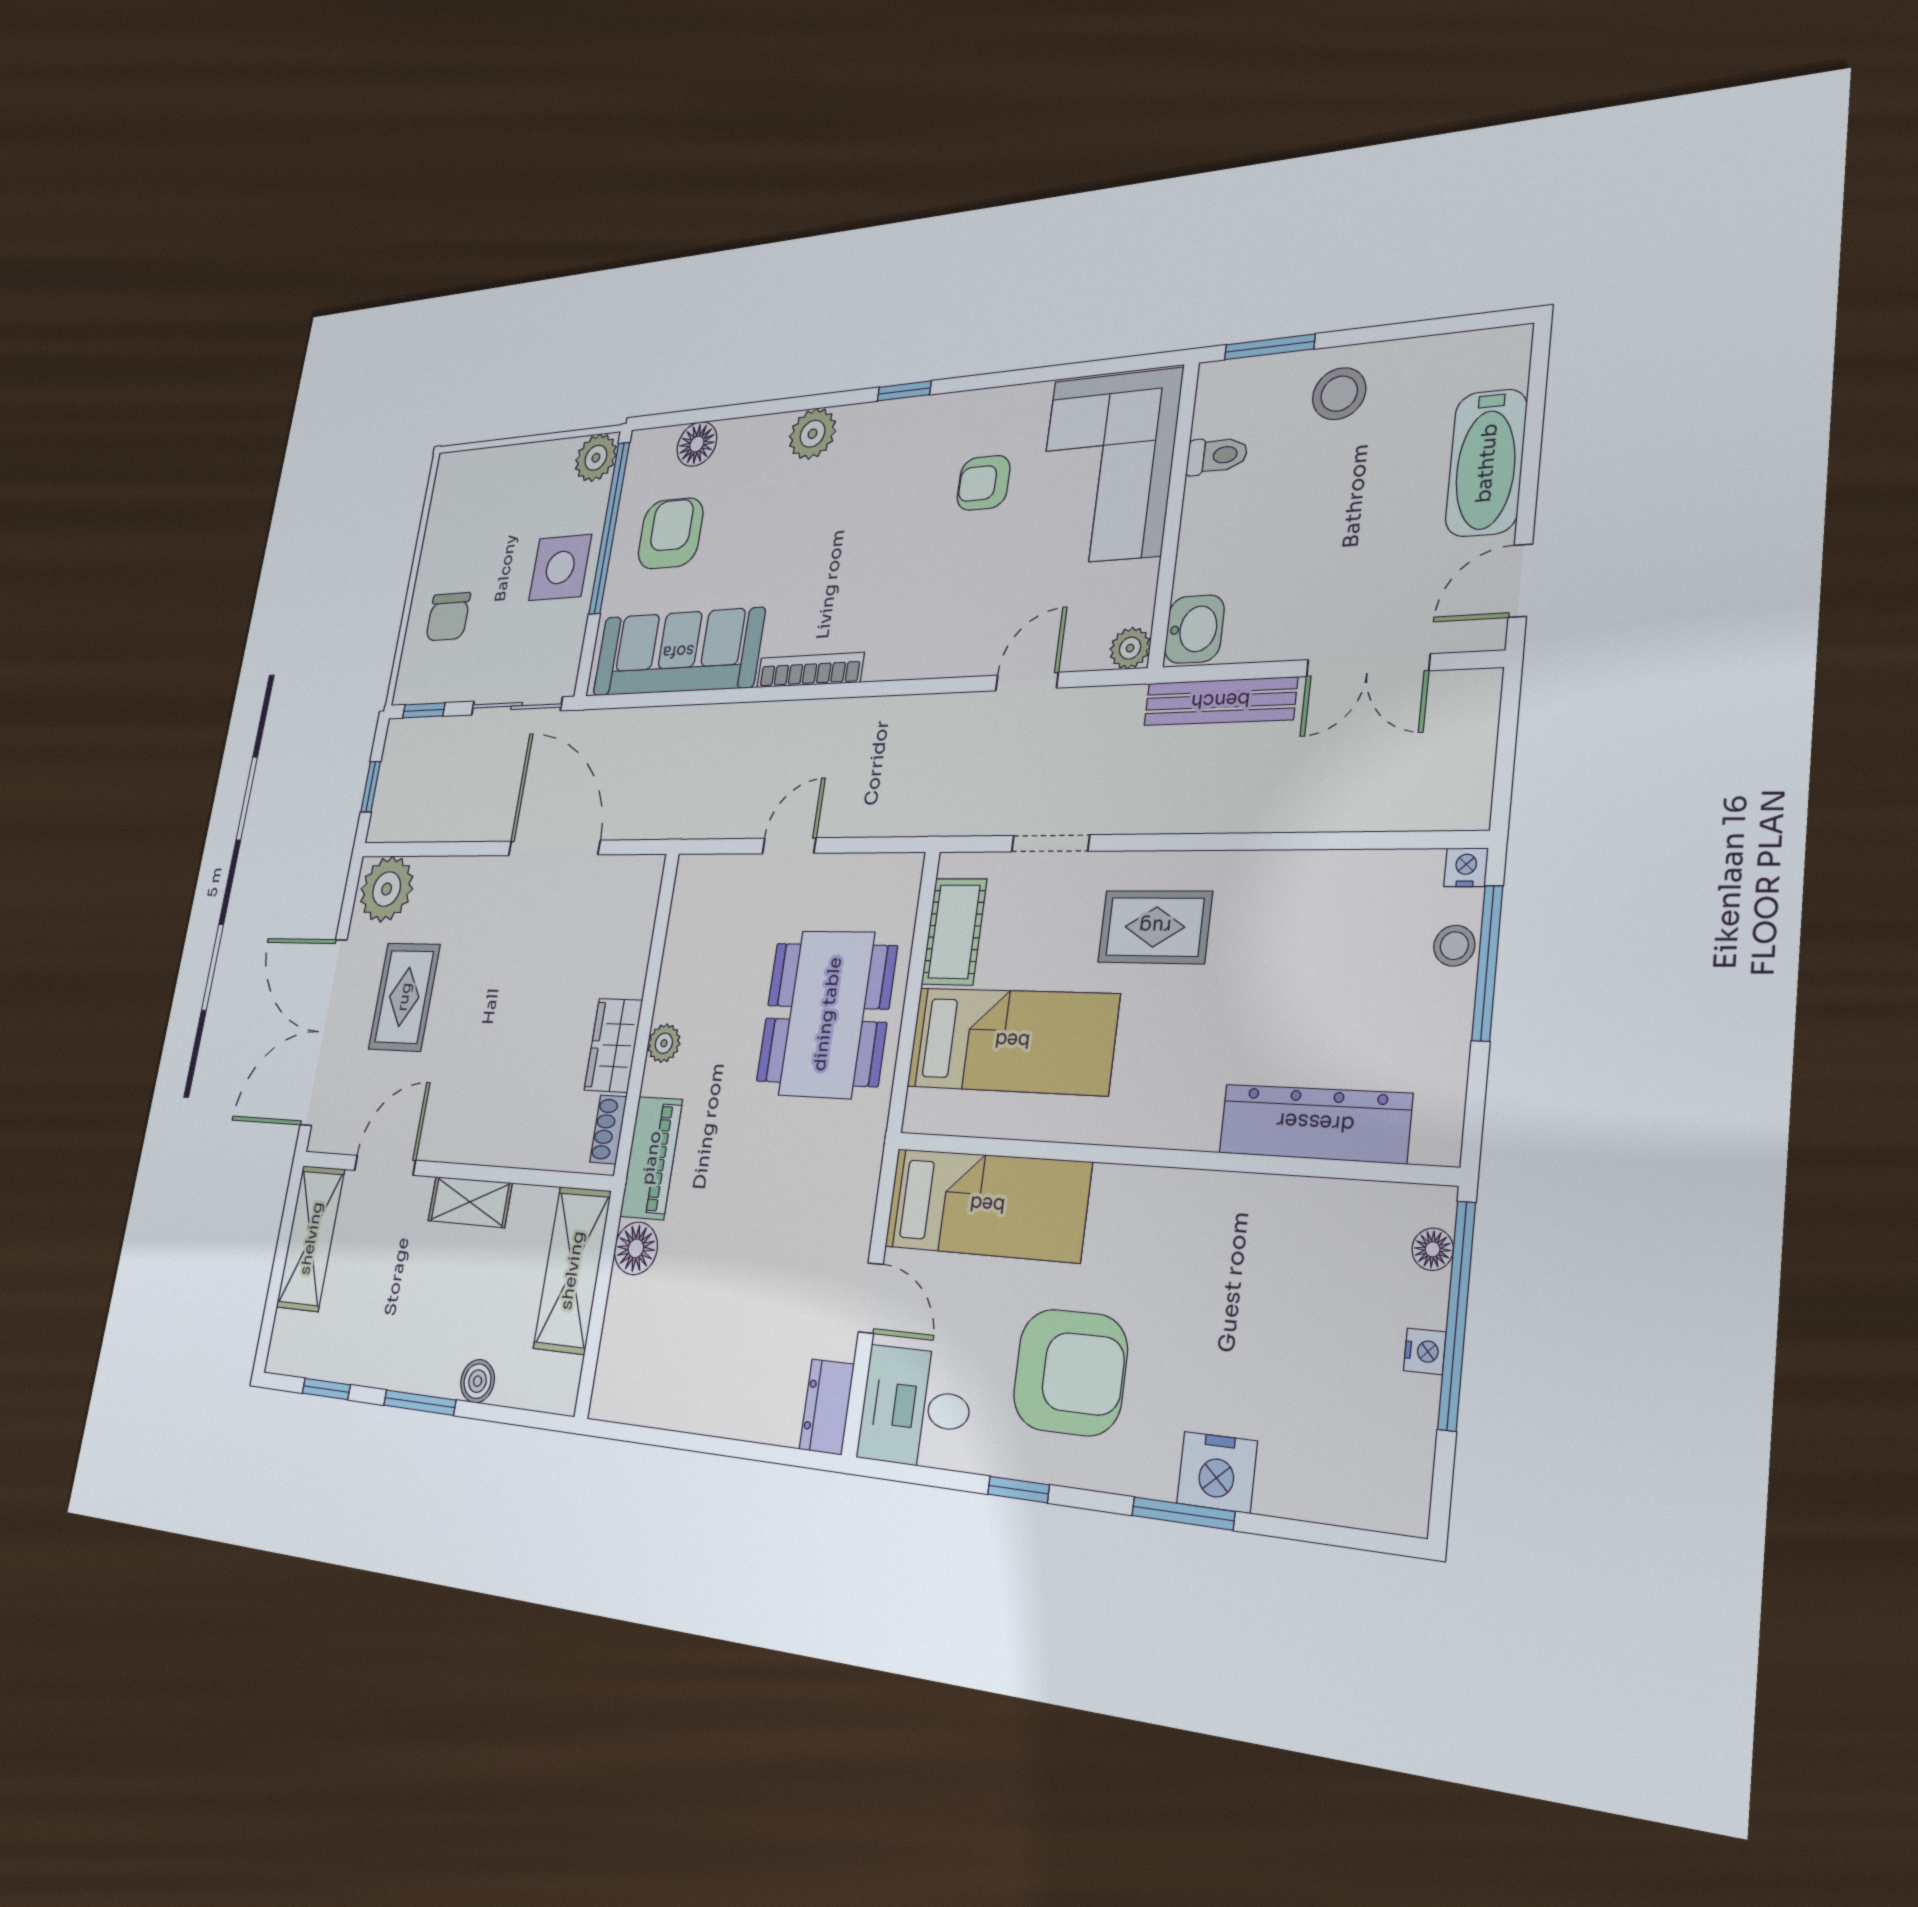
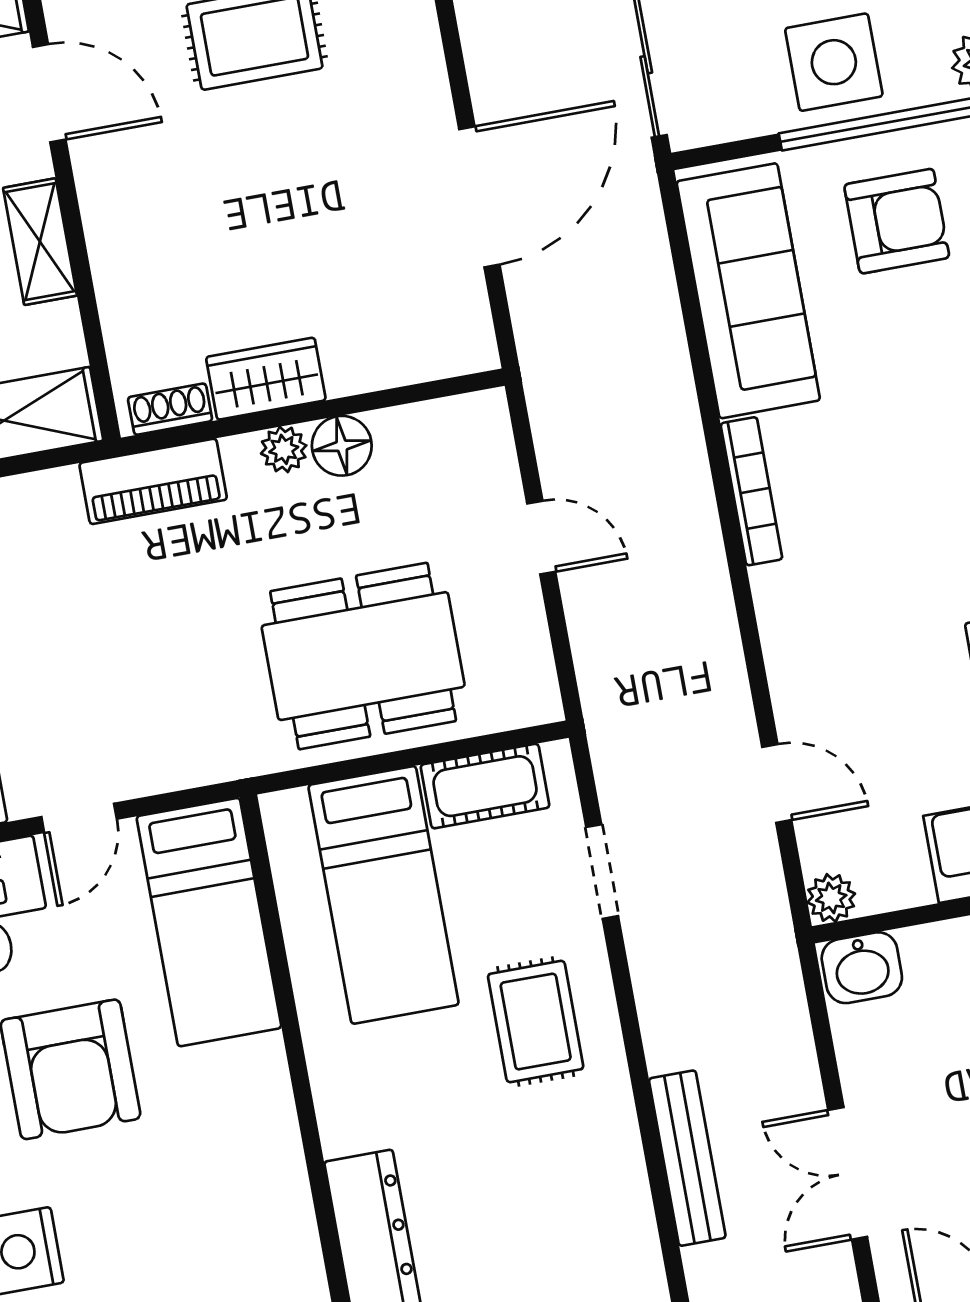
bench: (1220, 701) -> (687, 1158), moved
floor lamp: (636, 1248) -> (342, 446), moved

